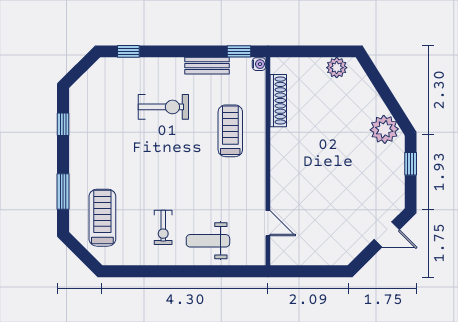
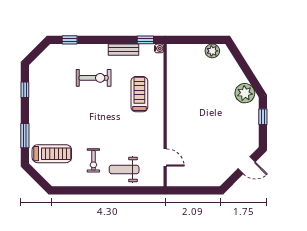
shoe rack: (278, 101) -> (172, 73), removed
treadmill: (102, 218) -> (52, 154), turned 90

